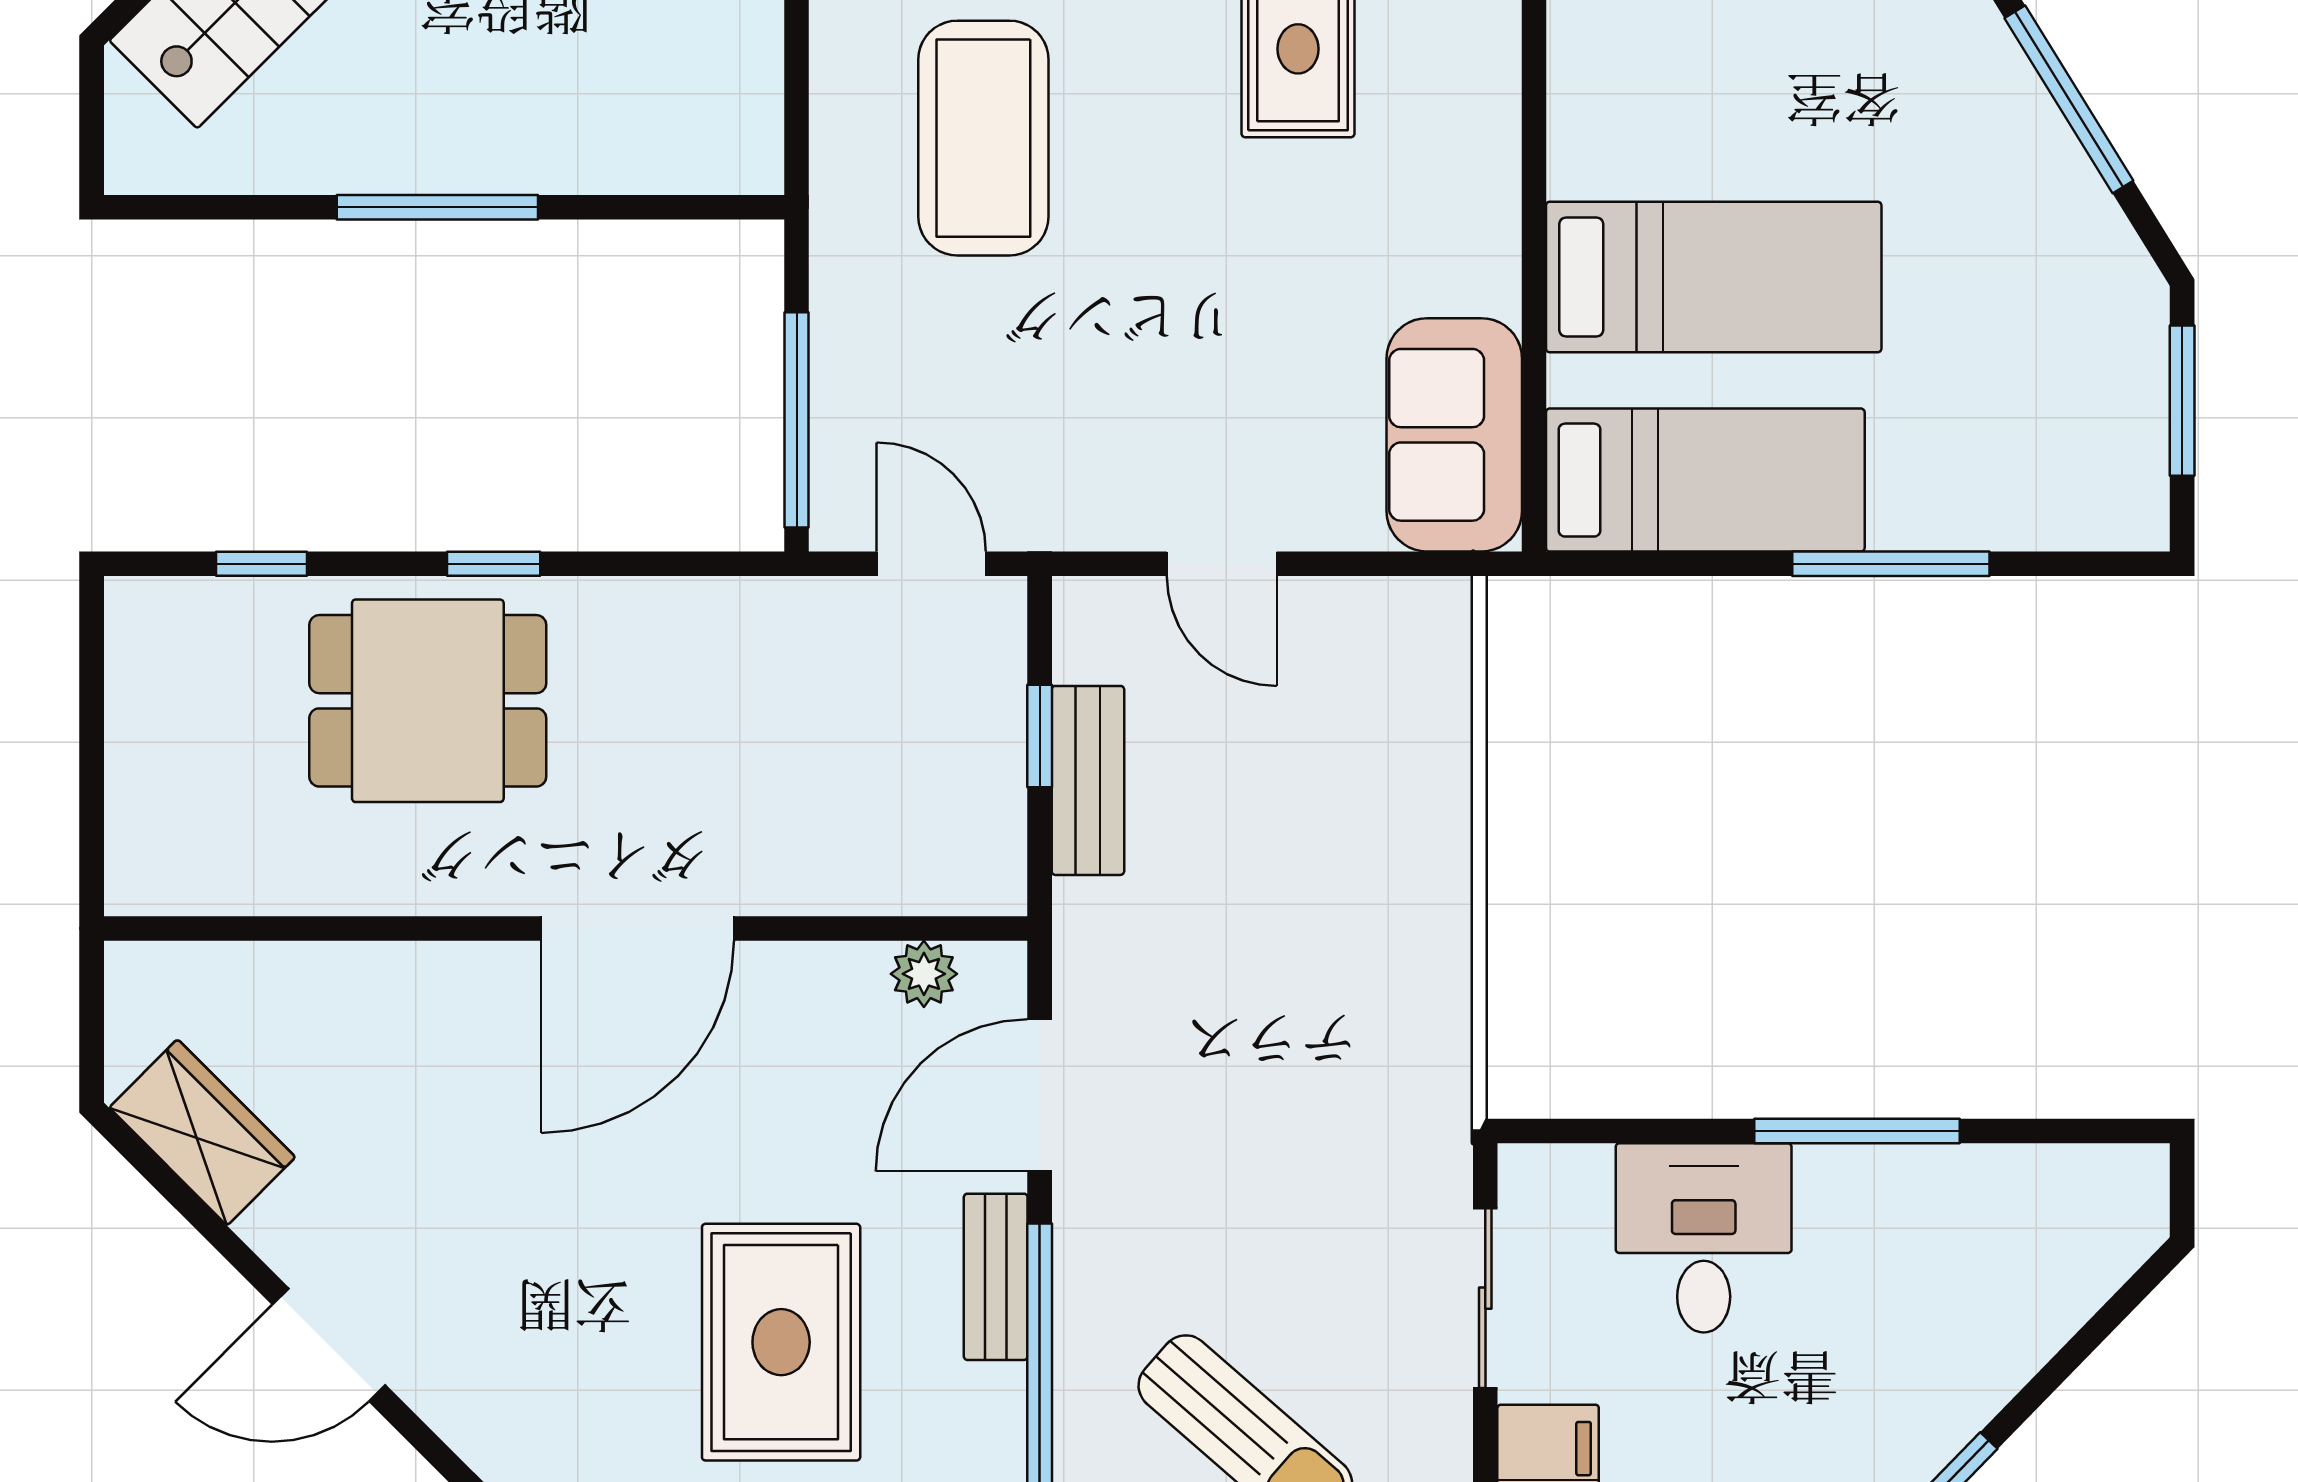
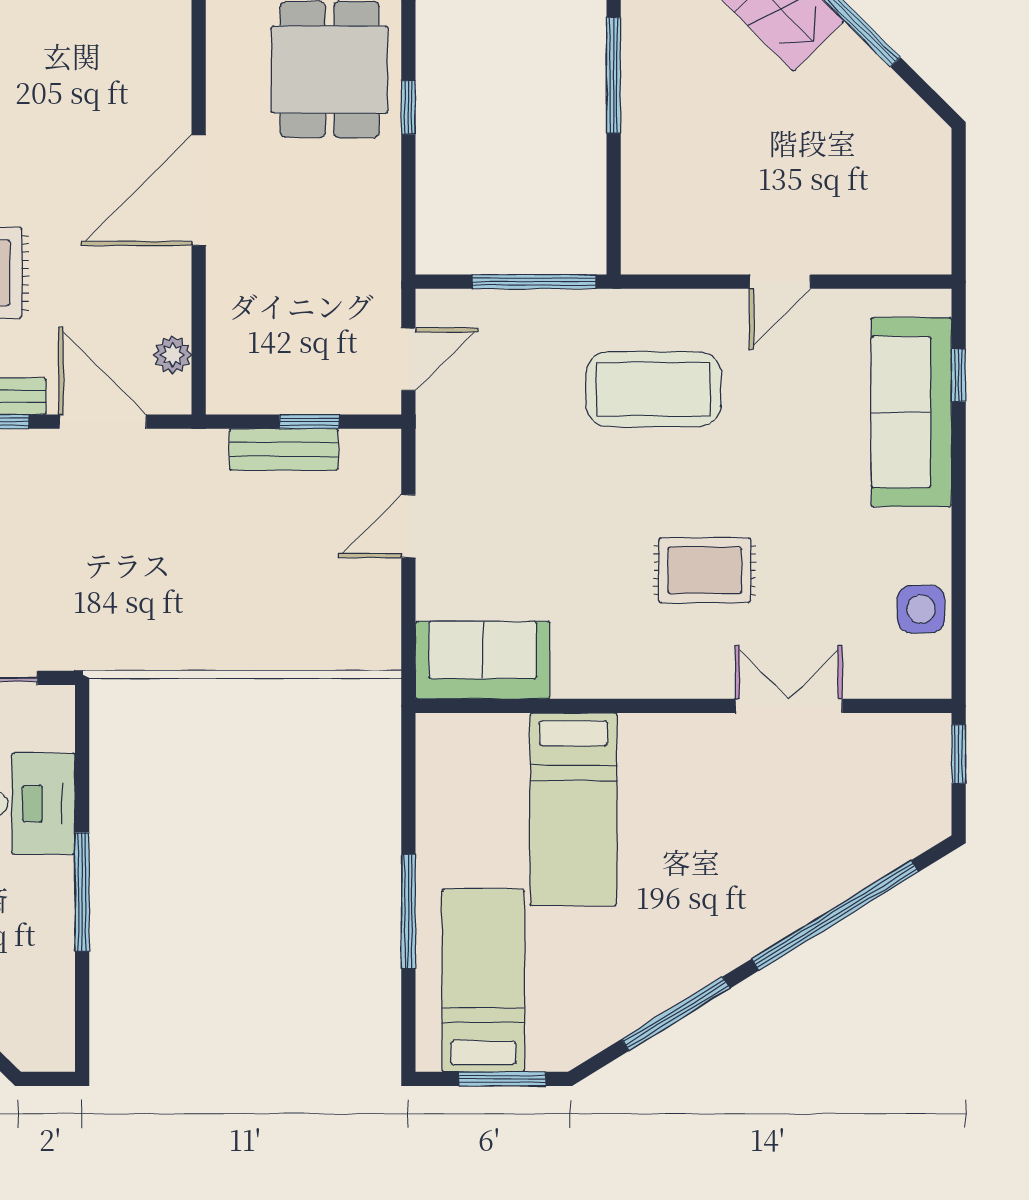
window: (797, 420) -> (534, 282), moved
bed: (1705, 480) -> (483, 980), moved, turned 180
door: (638, 928) -> (199, 190), hinge flipped

